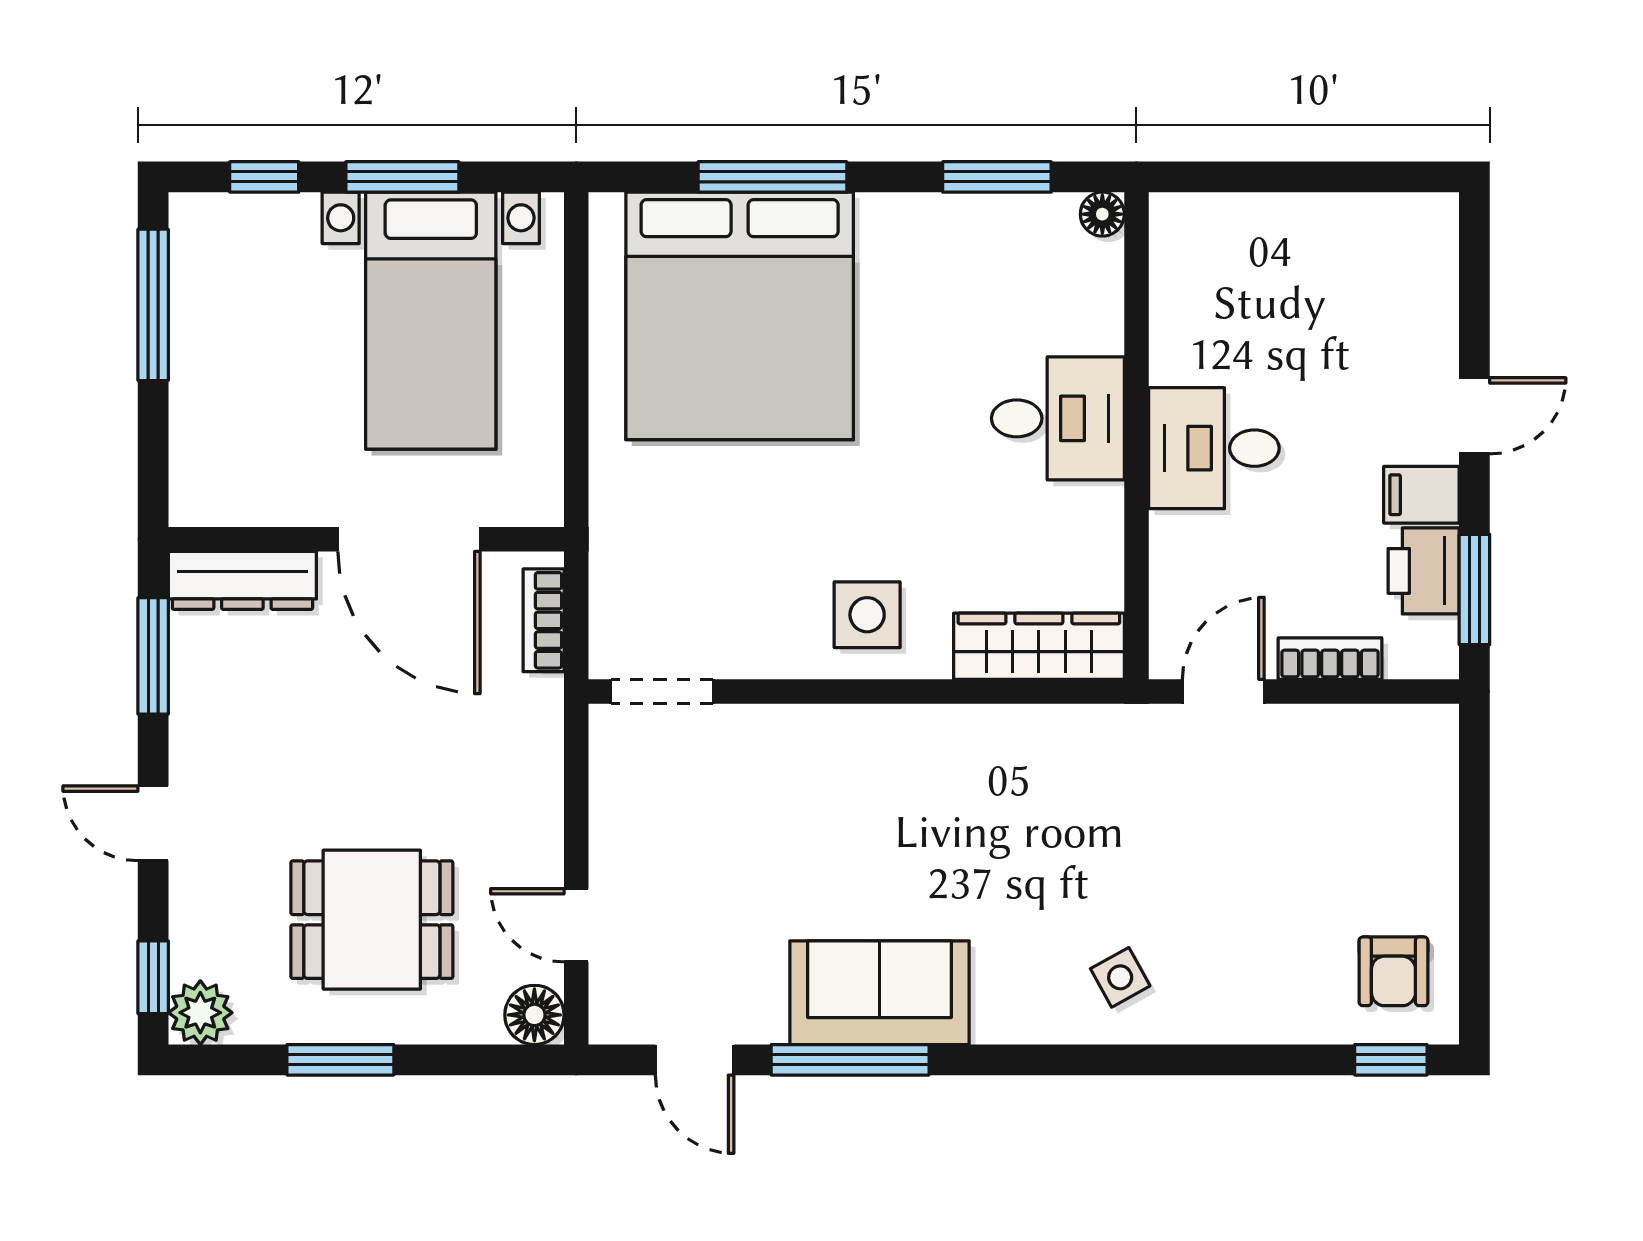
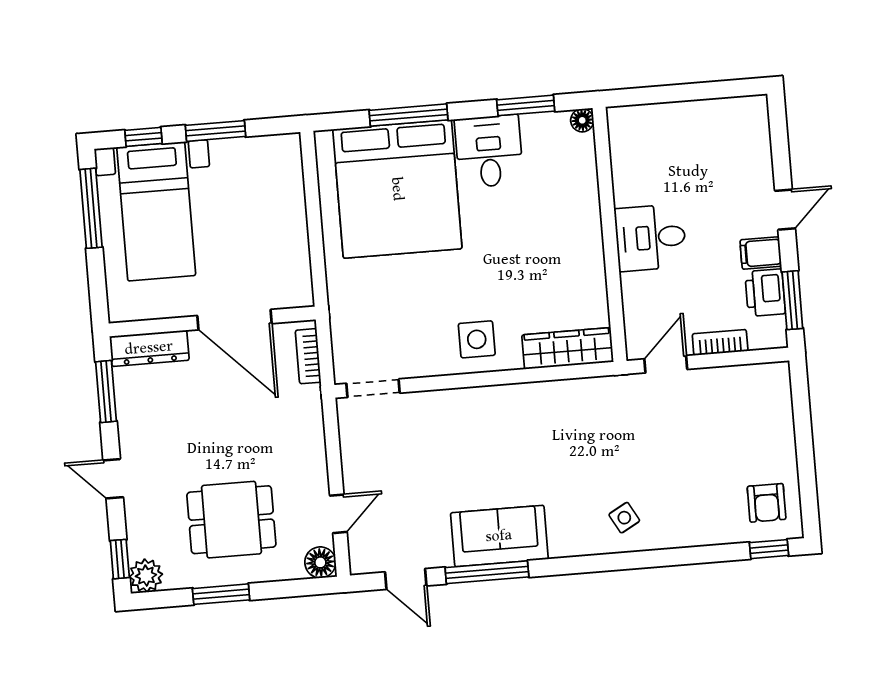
bed with nightstands: (431, 321) -> (156, 211), moved
desk: (1058, 418) -> (489, 151), moved, turned -90
door: (576, 925) -> (338, 514), swing flipped

